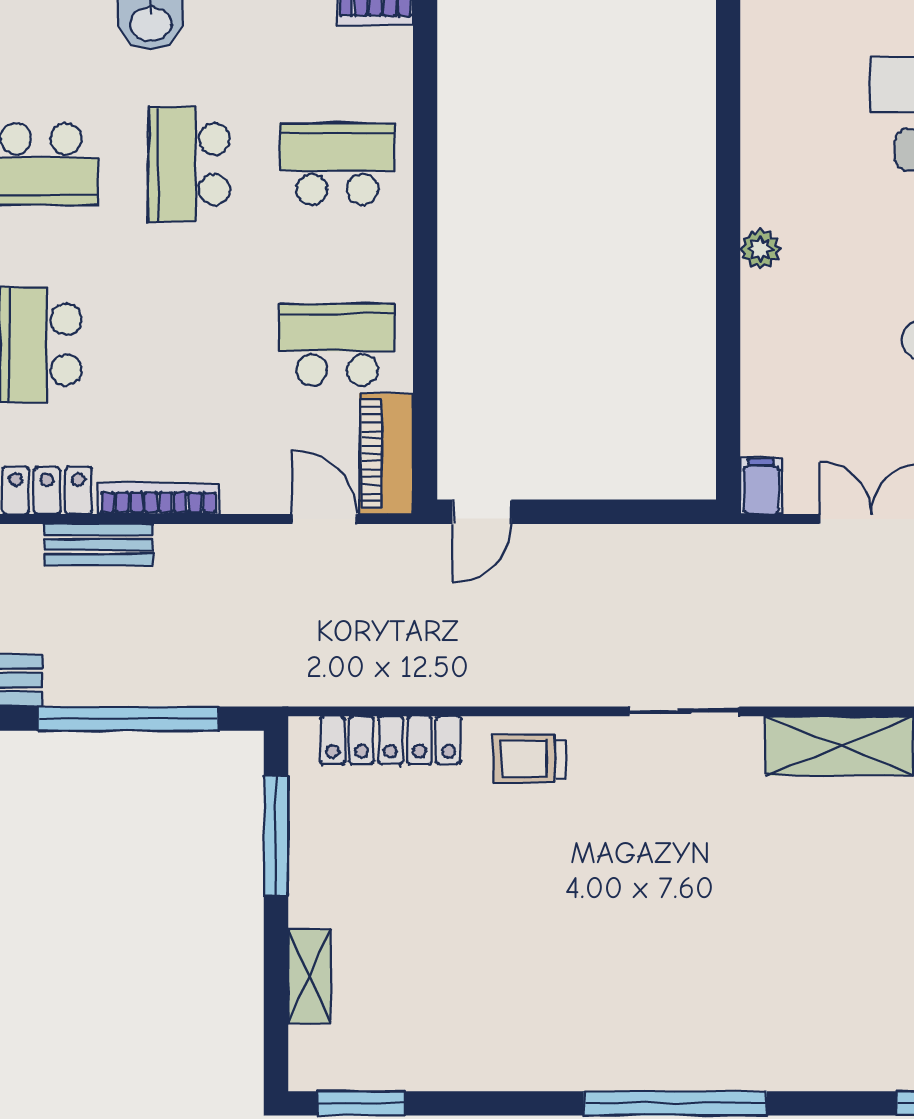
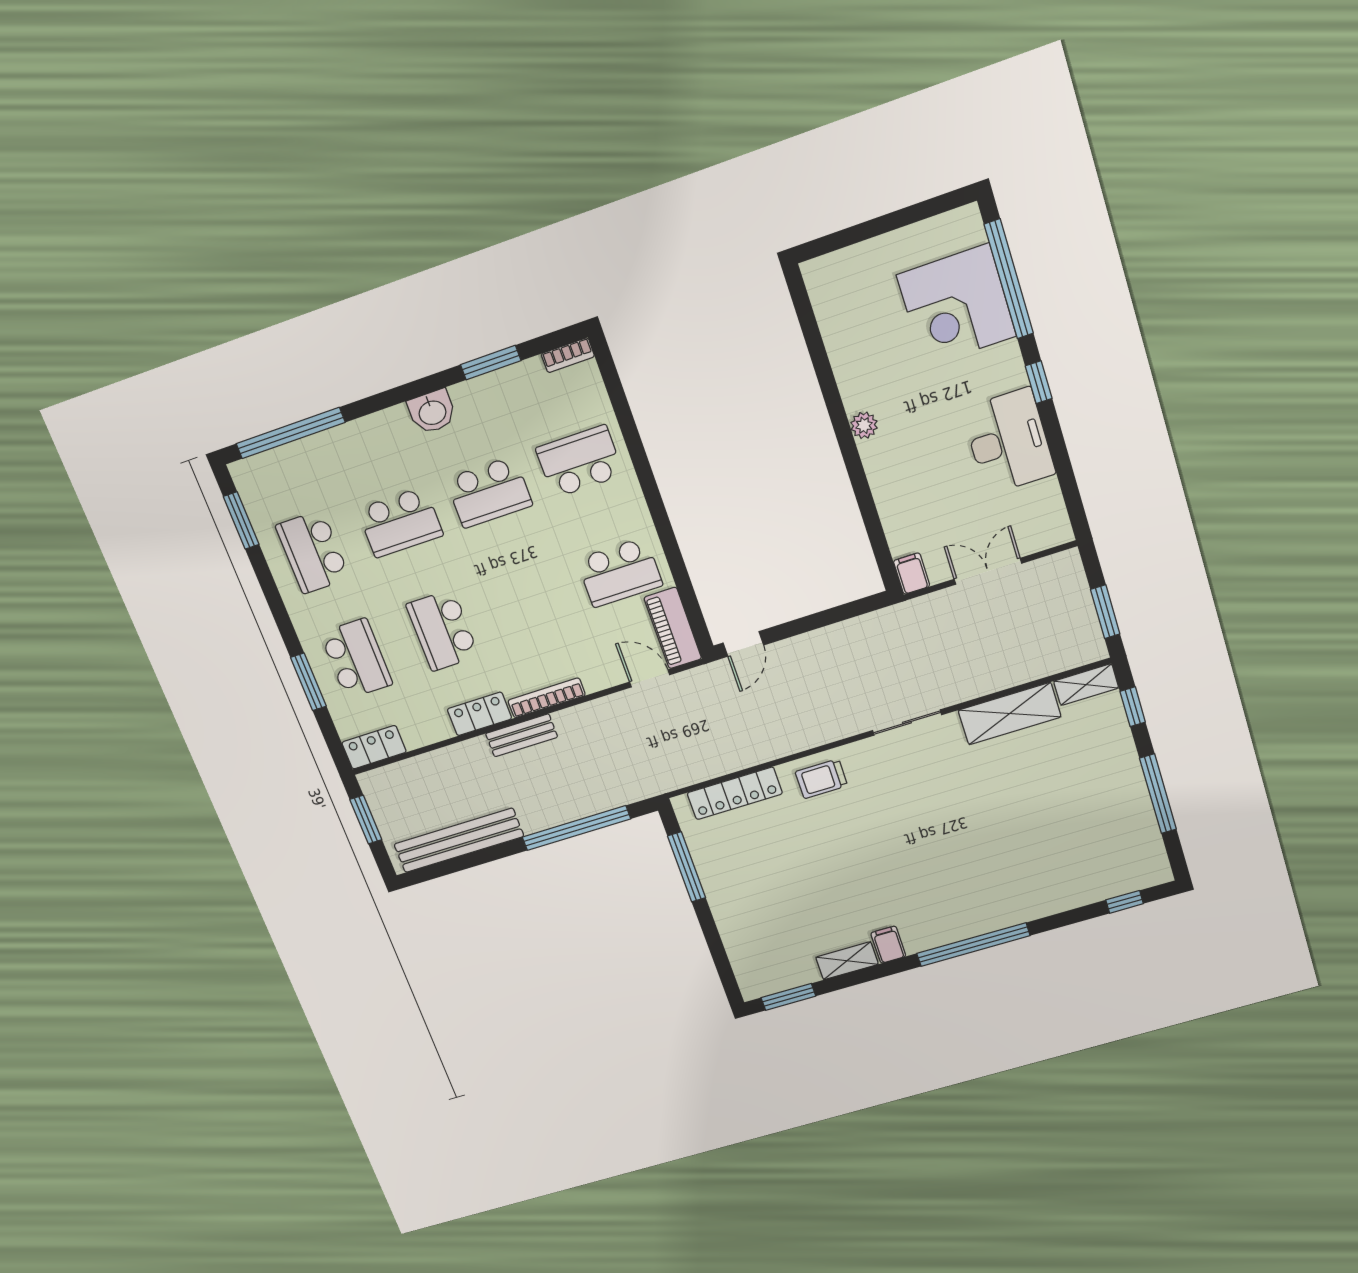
school desk: (189, 164) -> (489, 492), turned -90
school desk: (337, 345) -> (620, 572), turned 180
shelving: (309, 976) -> (847, 961), moved, turned 90
filing cabinet: (545, 1063) -> (888, 945), added

